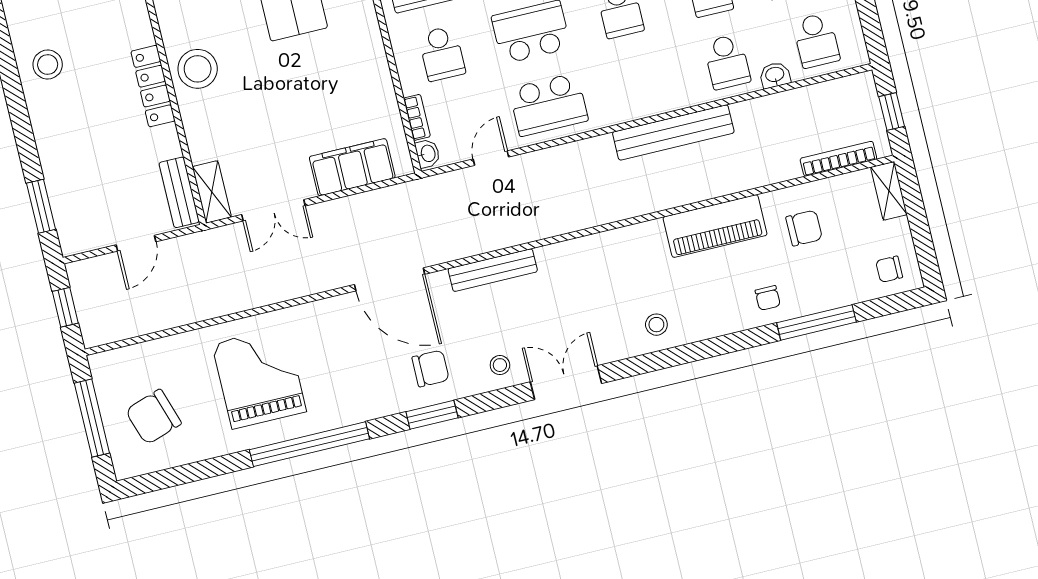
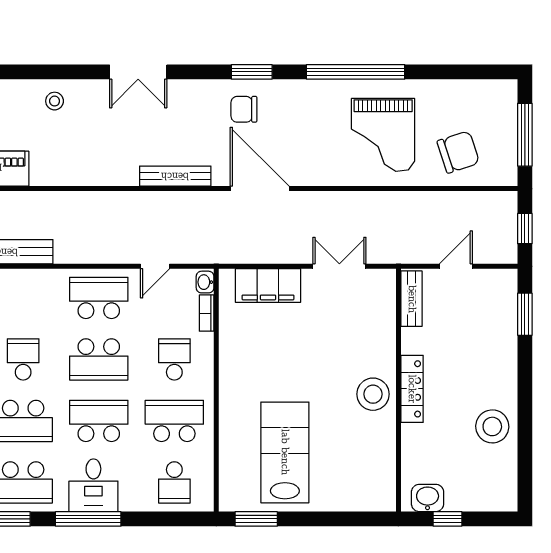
stool: (48, 64) -> (492, 426), width x1.38, depth x1.38
shelving: (212, 192) -> (385, 293), removed
stool: (500, 365) -> (188, 99), removed
chair: (153, 417) -> (458, 152), moved

